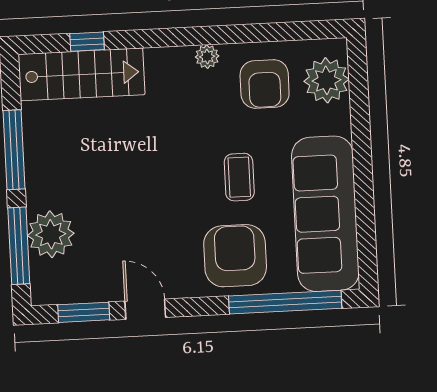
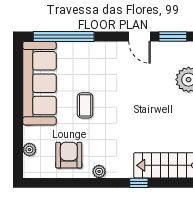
window: (87, 42) -> (139, 183), moved
plant: (326, 80) -> (29, 150), width x0.53, depth x0.53
armchair: (235, 256) -> (89, 63), removed

